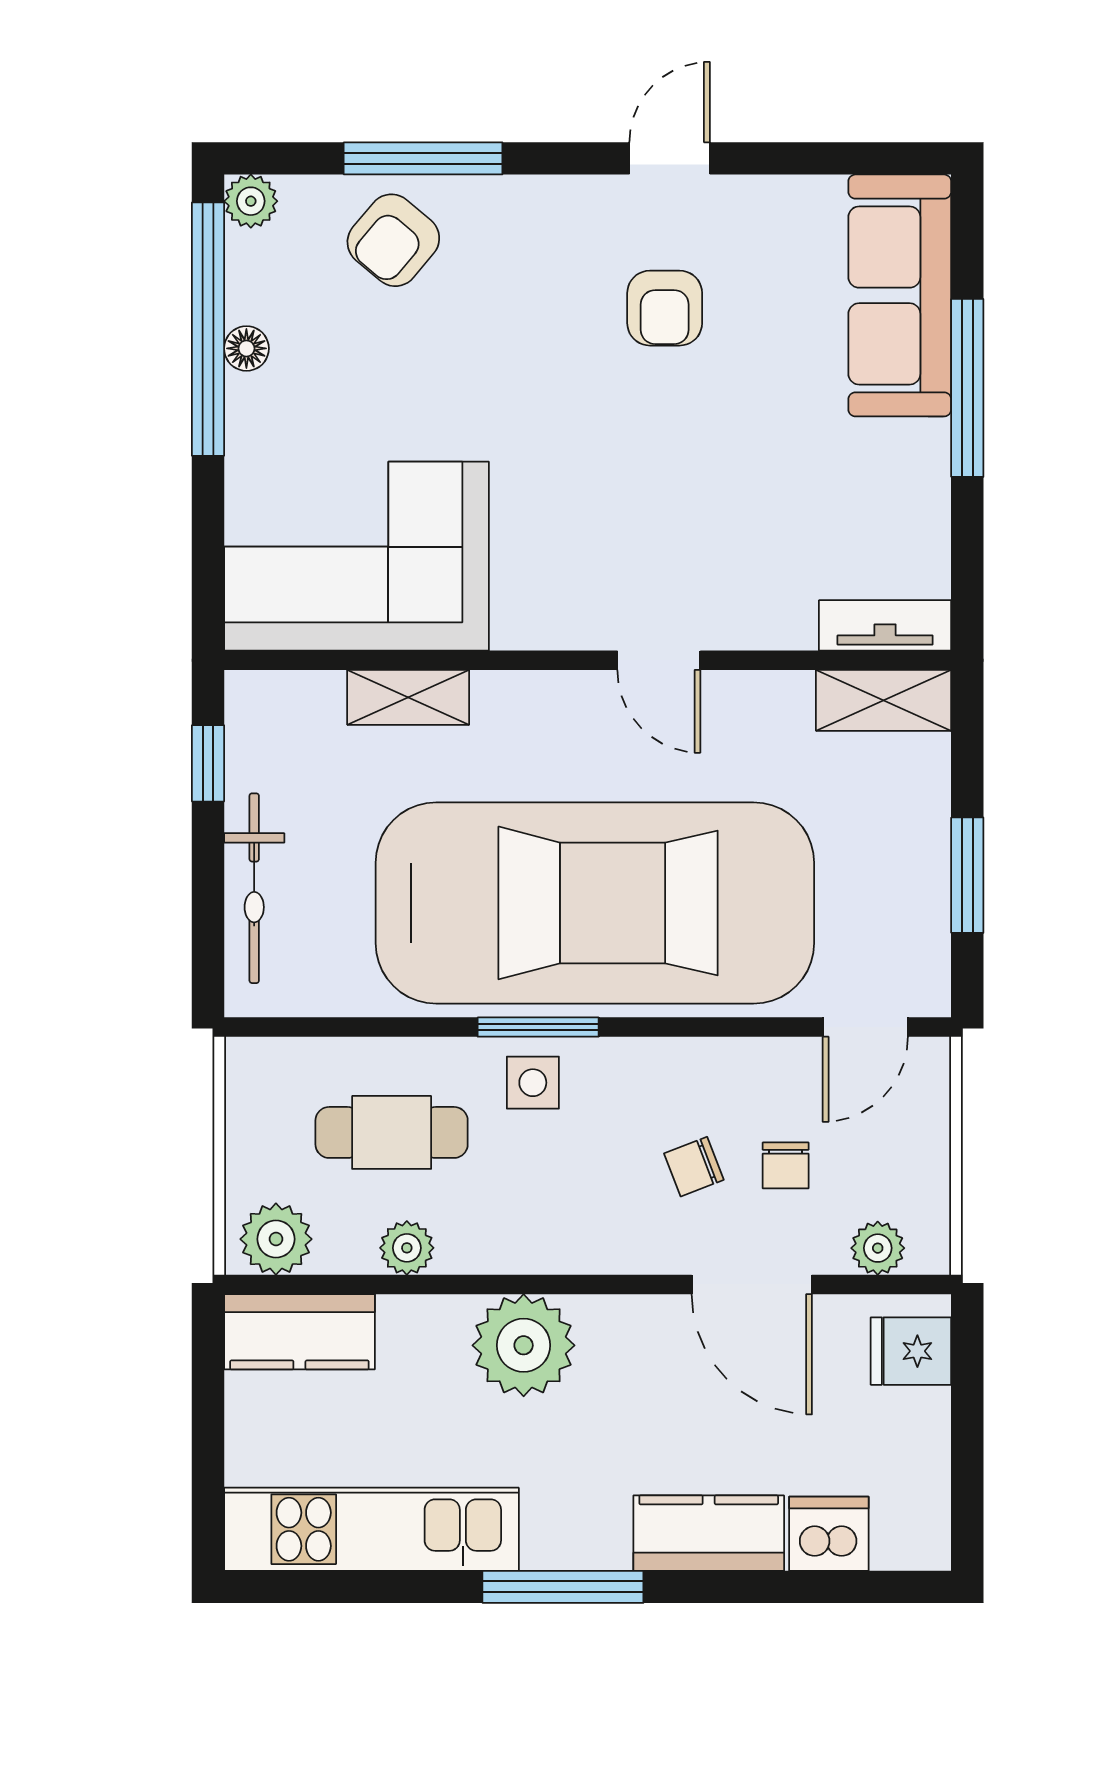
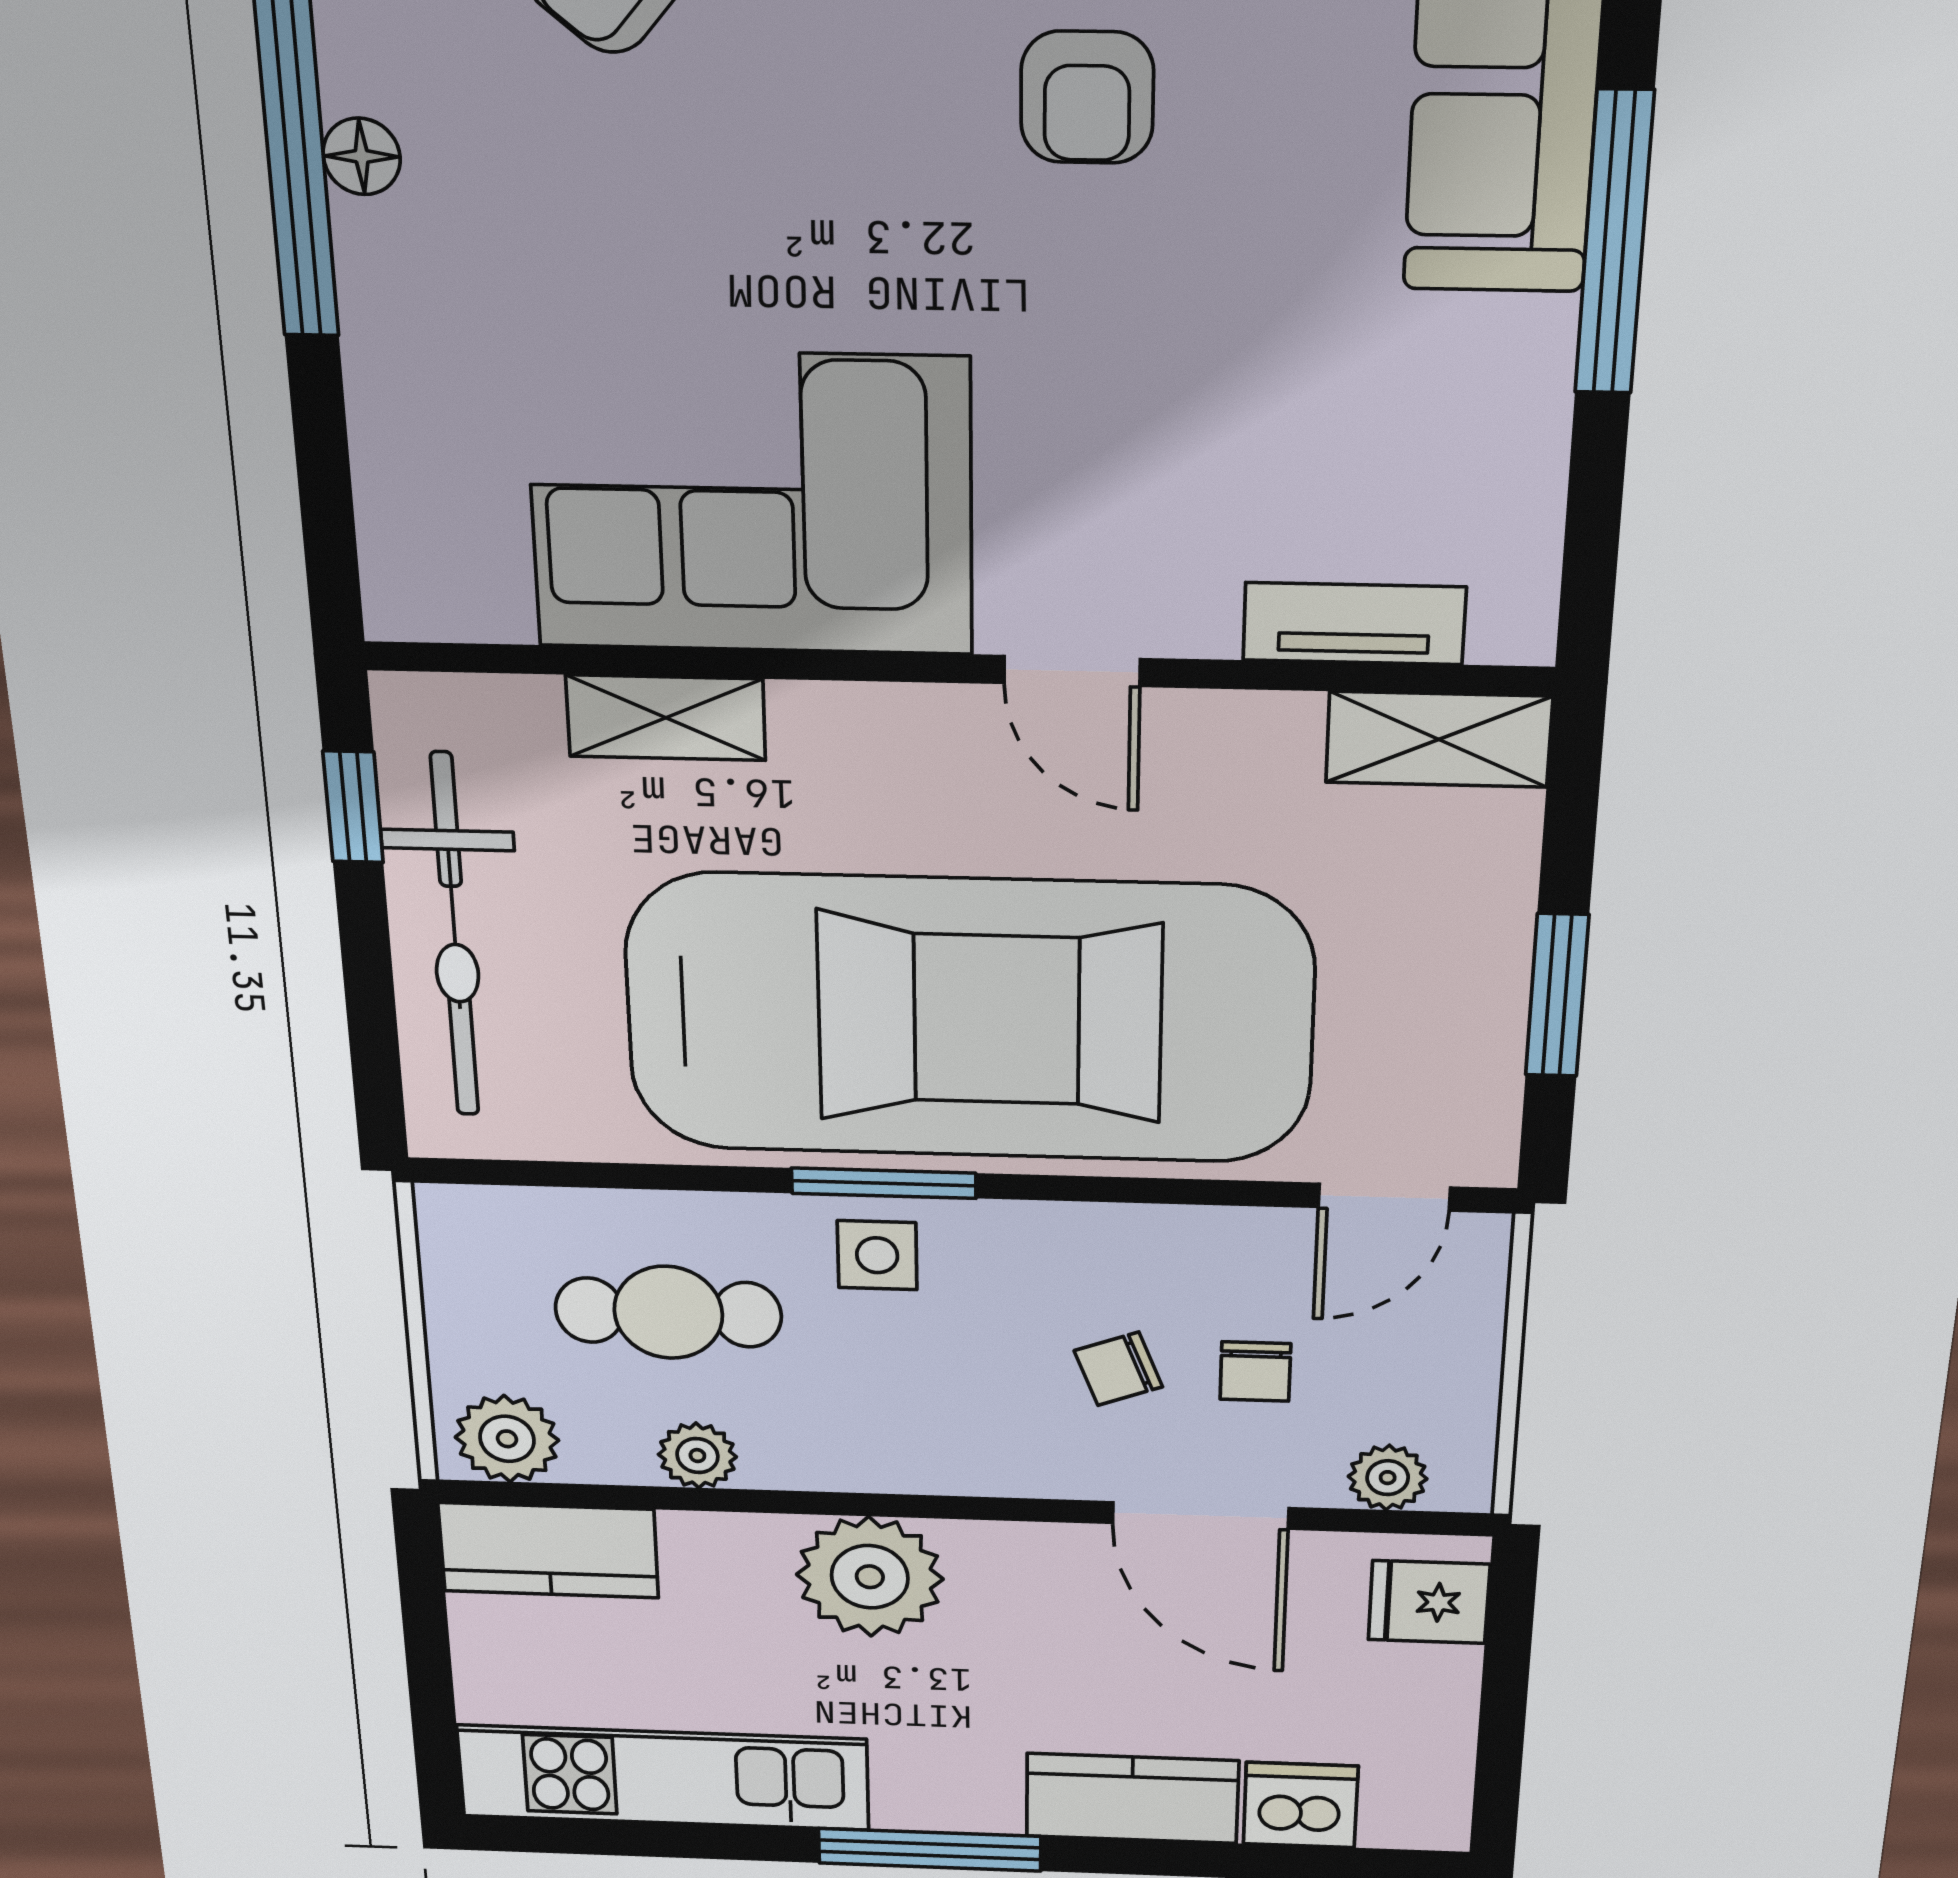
corner sofa: (356, 556) -> (751, 504), moved
tv unit: (885, 625) -> (1354, 624), moved
bicycle: (254, 888) -> (455, 937), width x1.37, depth x1.40

